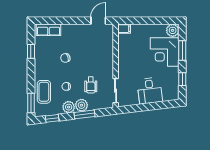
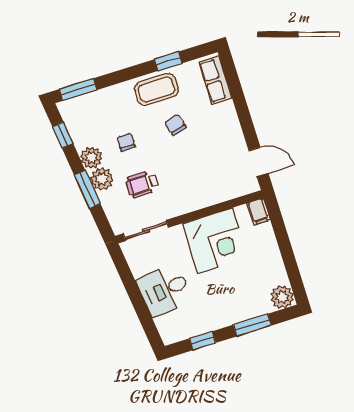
corner desk: (165, 52) -> (215, 241), moved, turned 180
coffee table: (44, 92) -> (156, 89), moved

